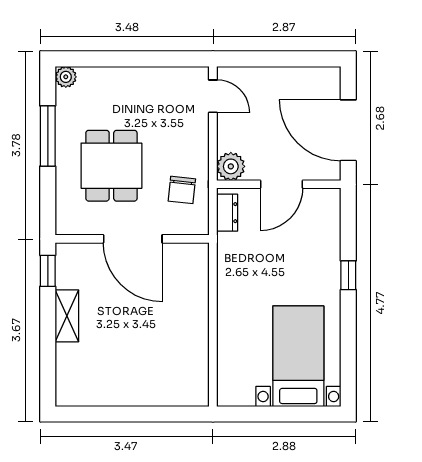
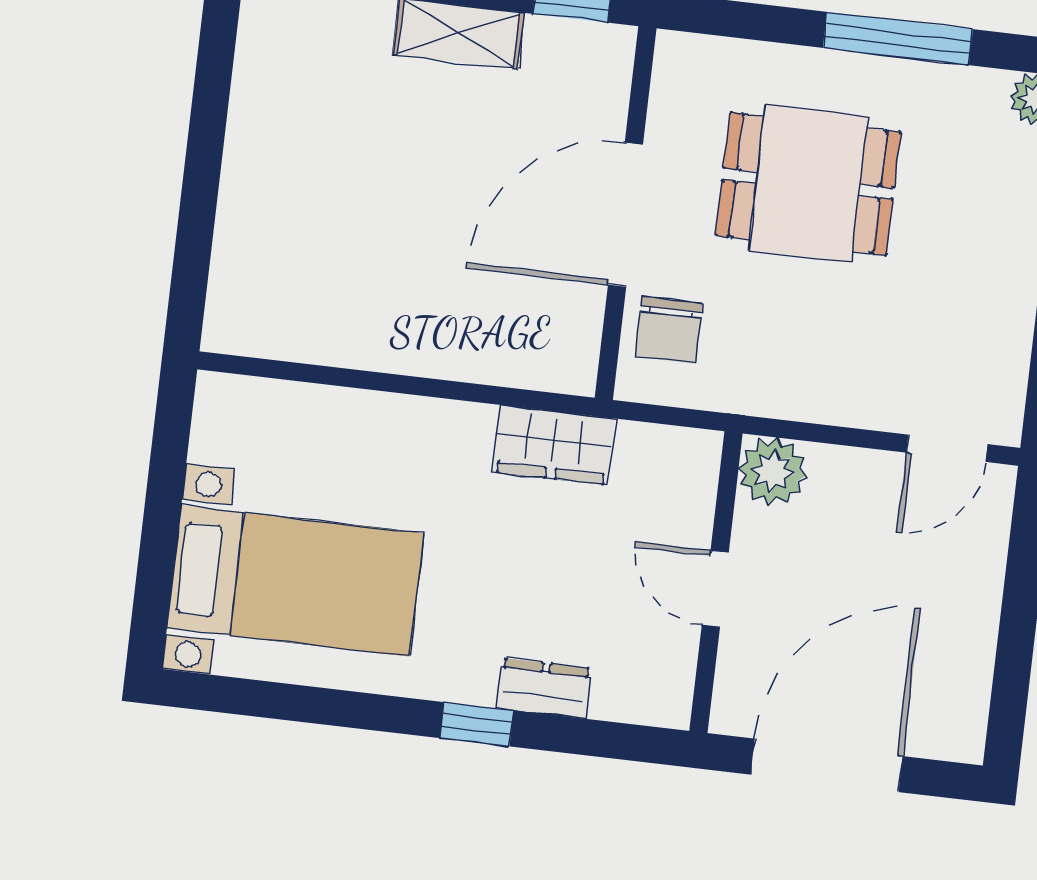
door: (282, 184) -> (715, 589), width x0.73
chair: (182, 190) -> (669, 330), moved, turned -96
dresser: (227, 213) -> (544, 688), moved, turned 180
wardrobe: (231, 257) -> (554, 445), added

